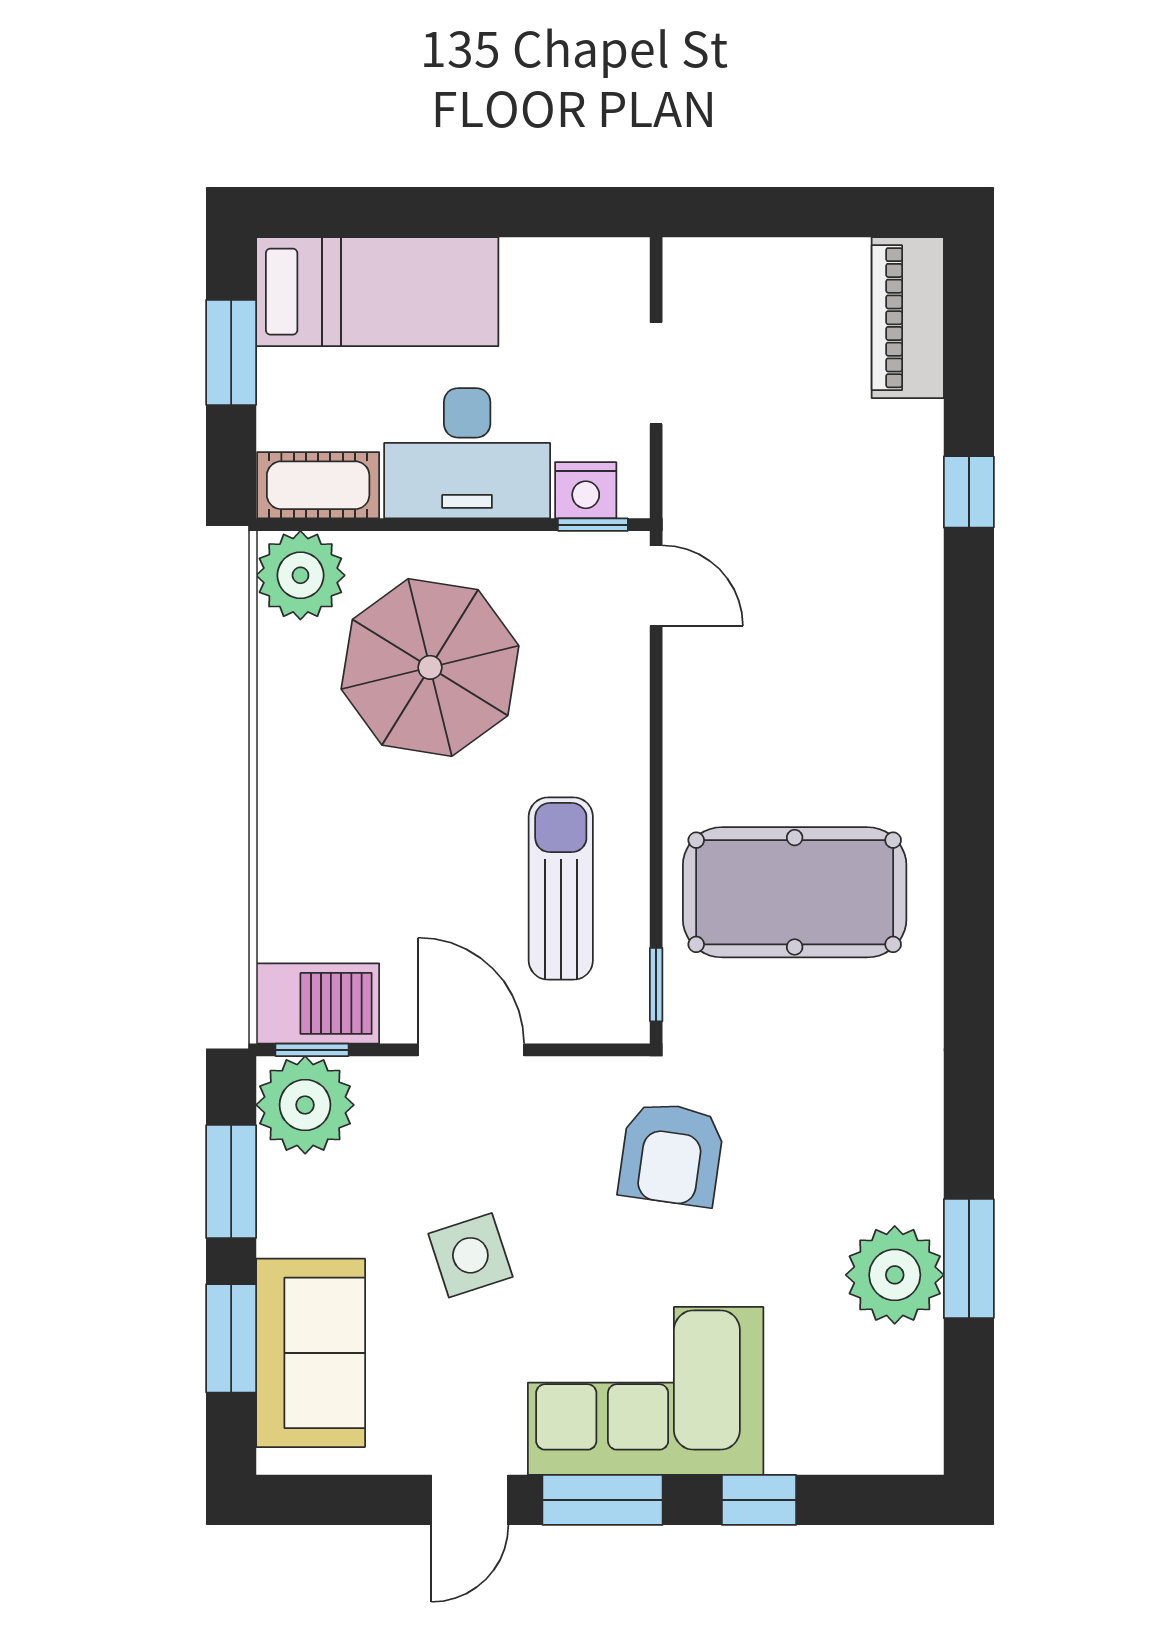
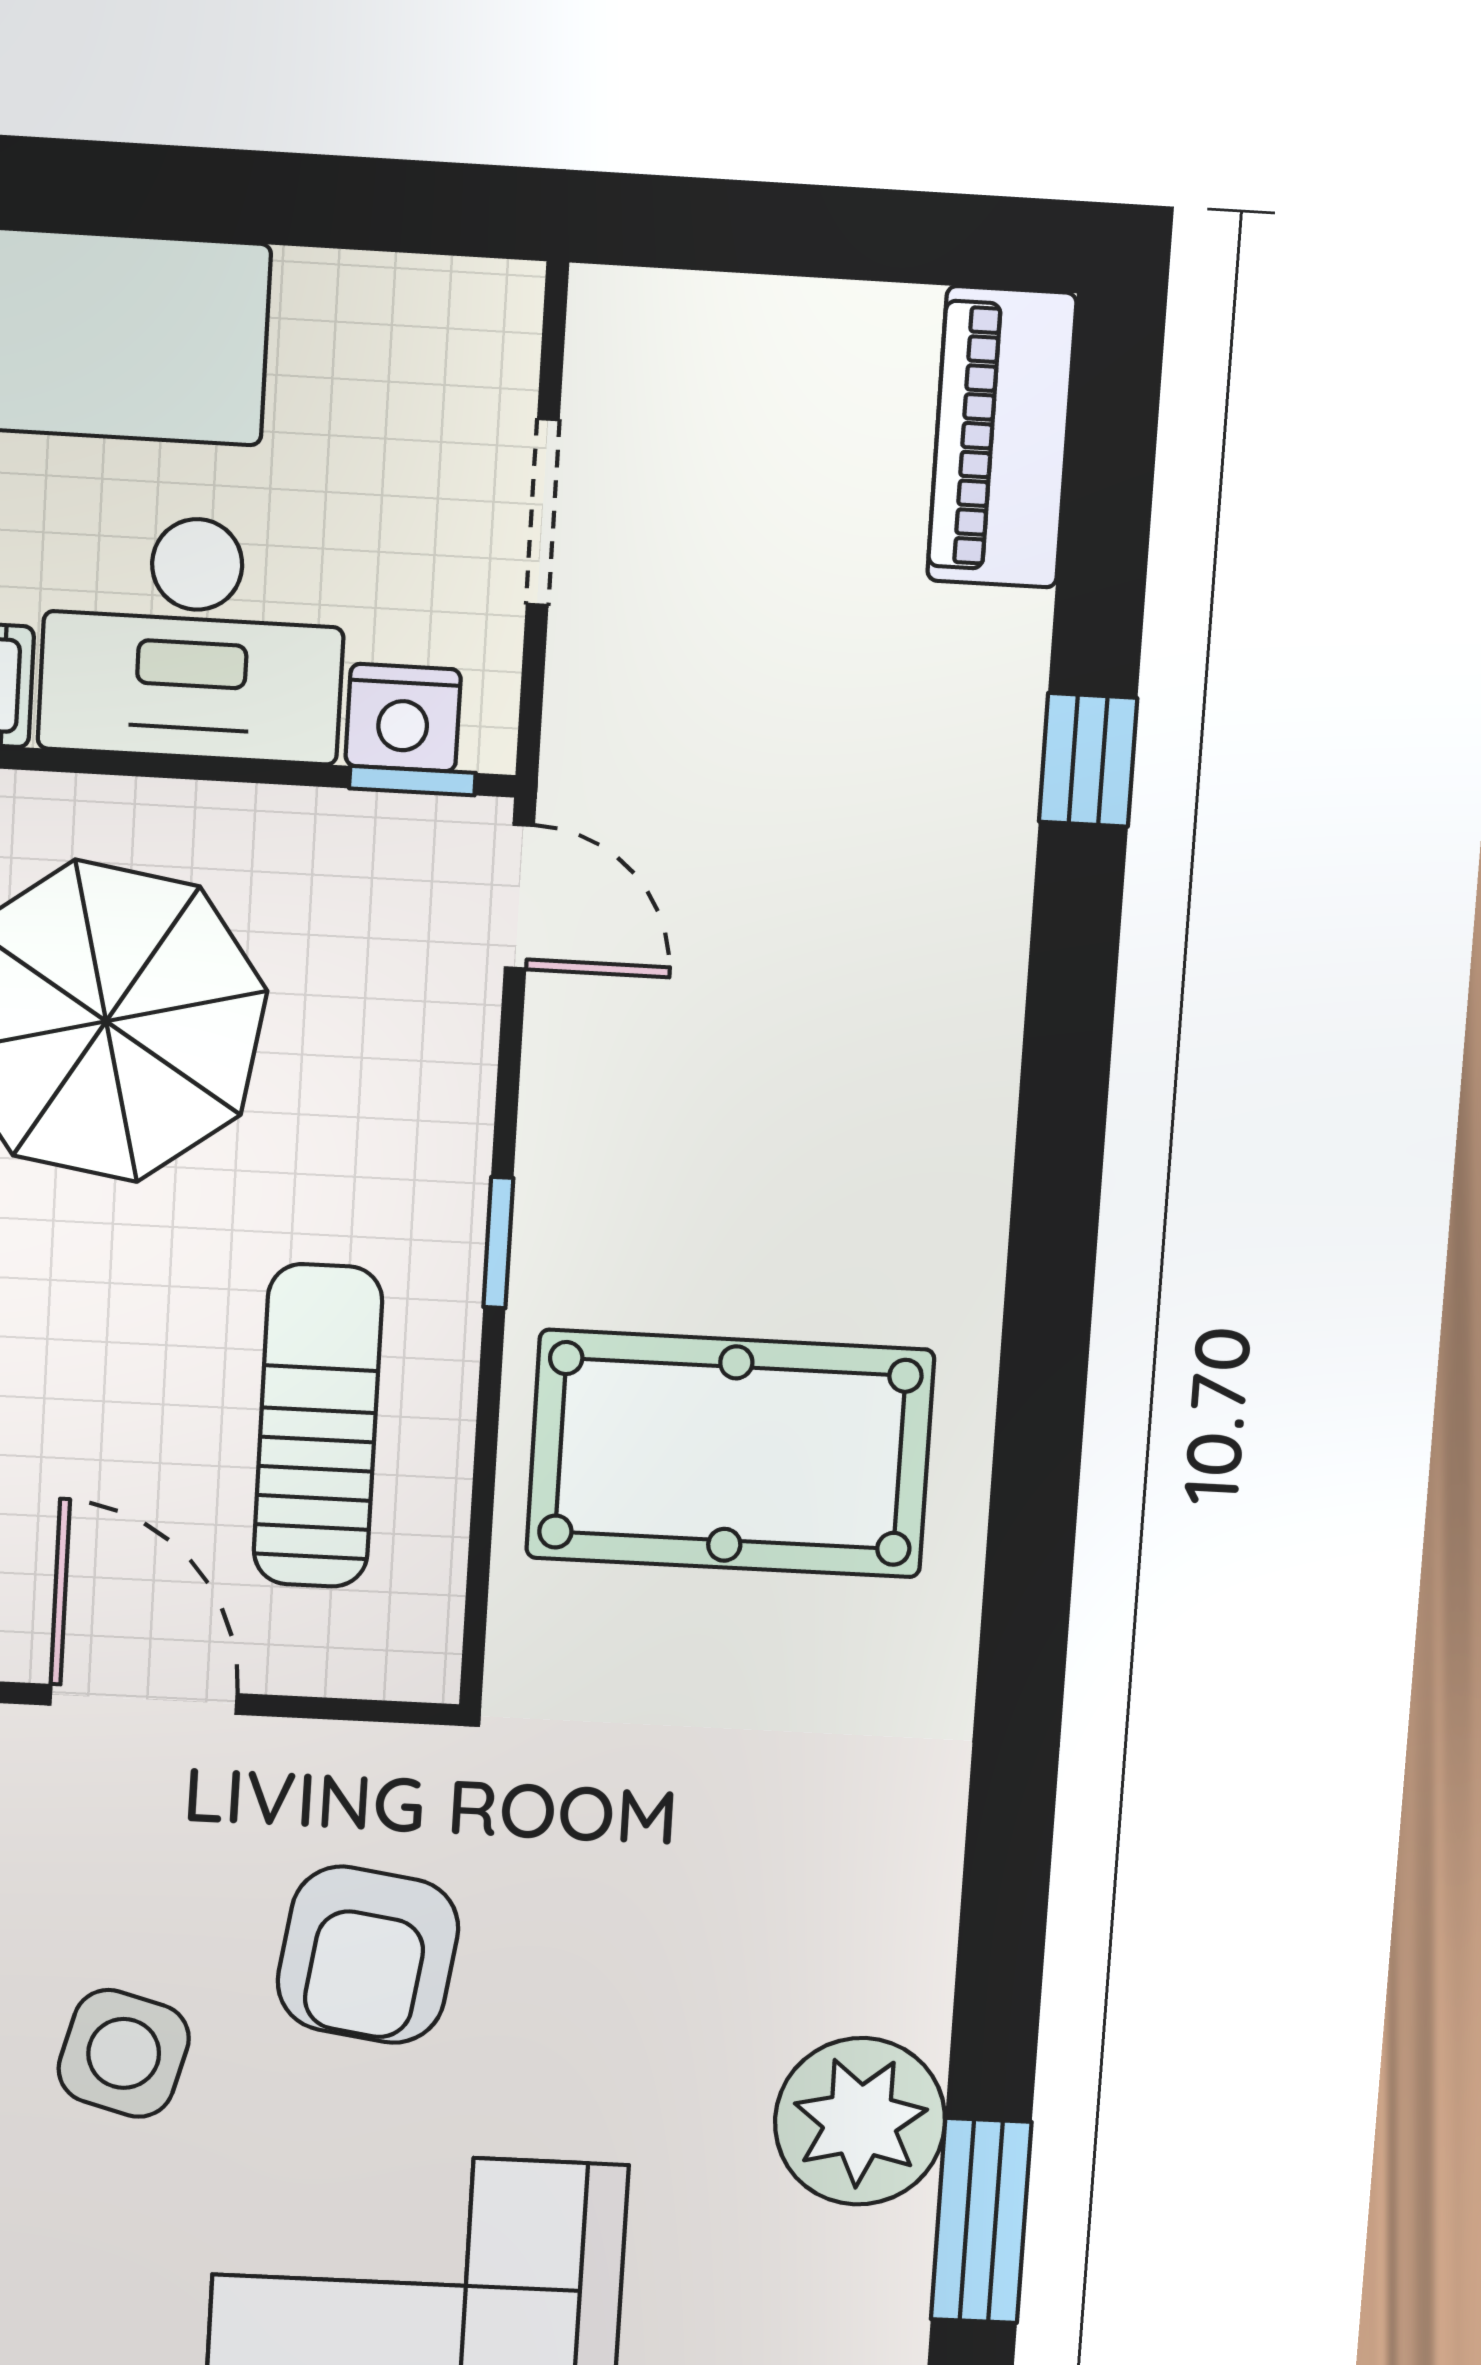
window: (656, 985) -> (498, 1243), moved
armchair: (671, 1154) -> (368, 1955), moved
side table: (470, 1255) -> (124, 2053), turned 33
window: (969, 1259) -> (981, 2221), moved

